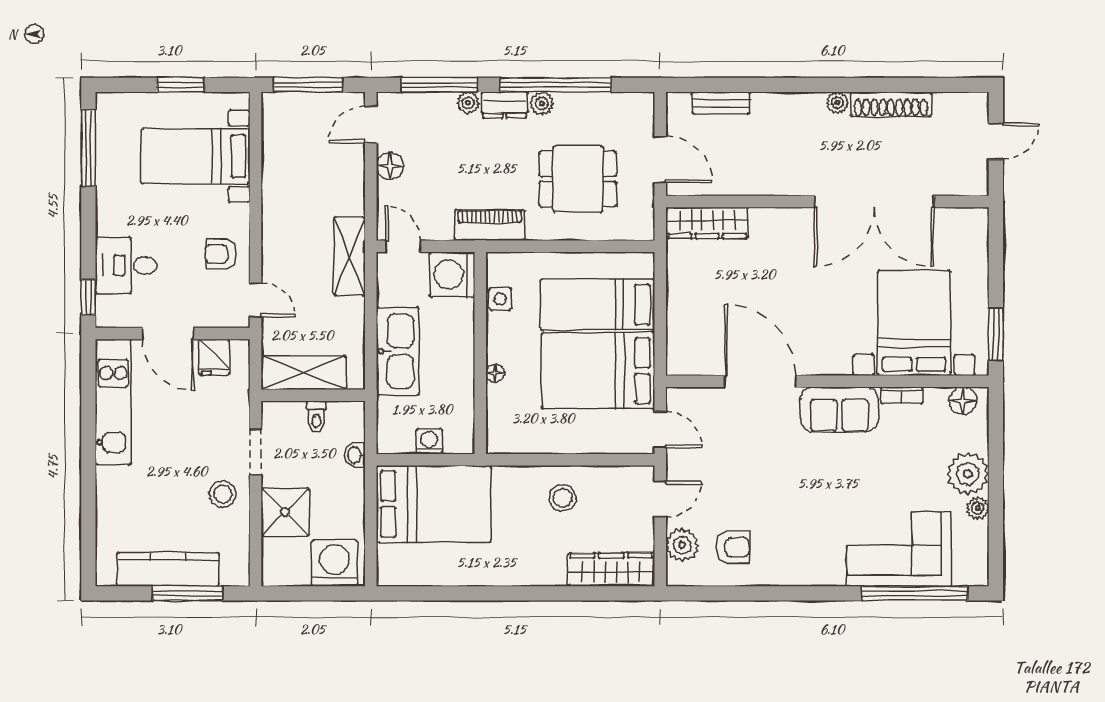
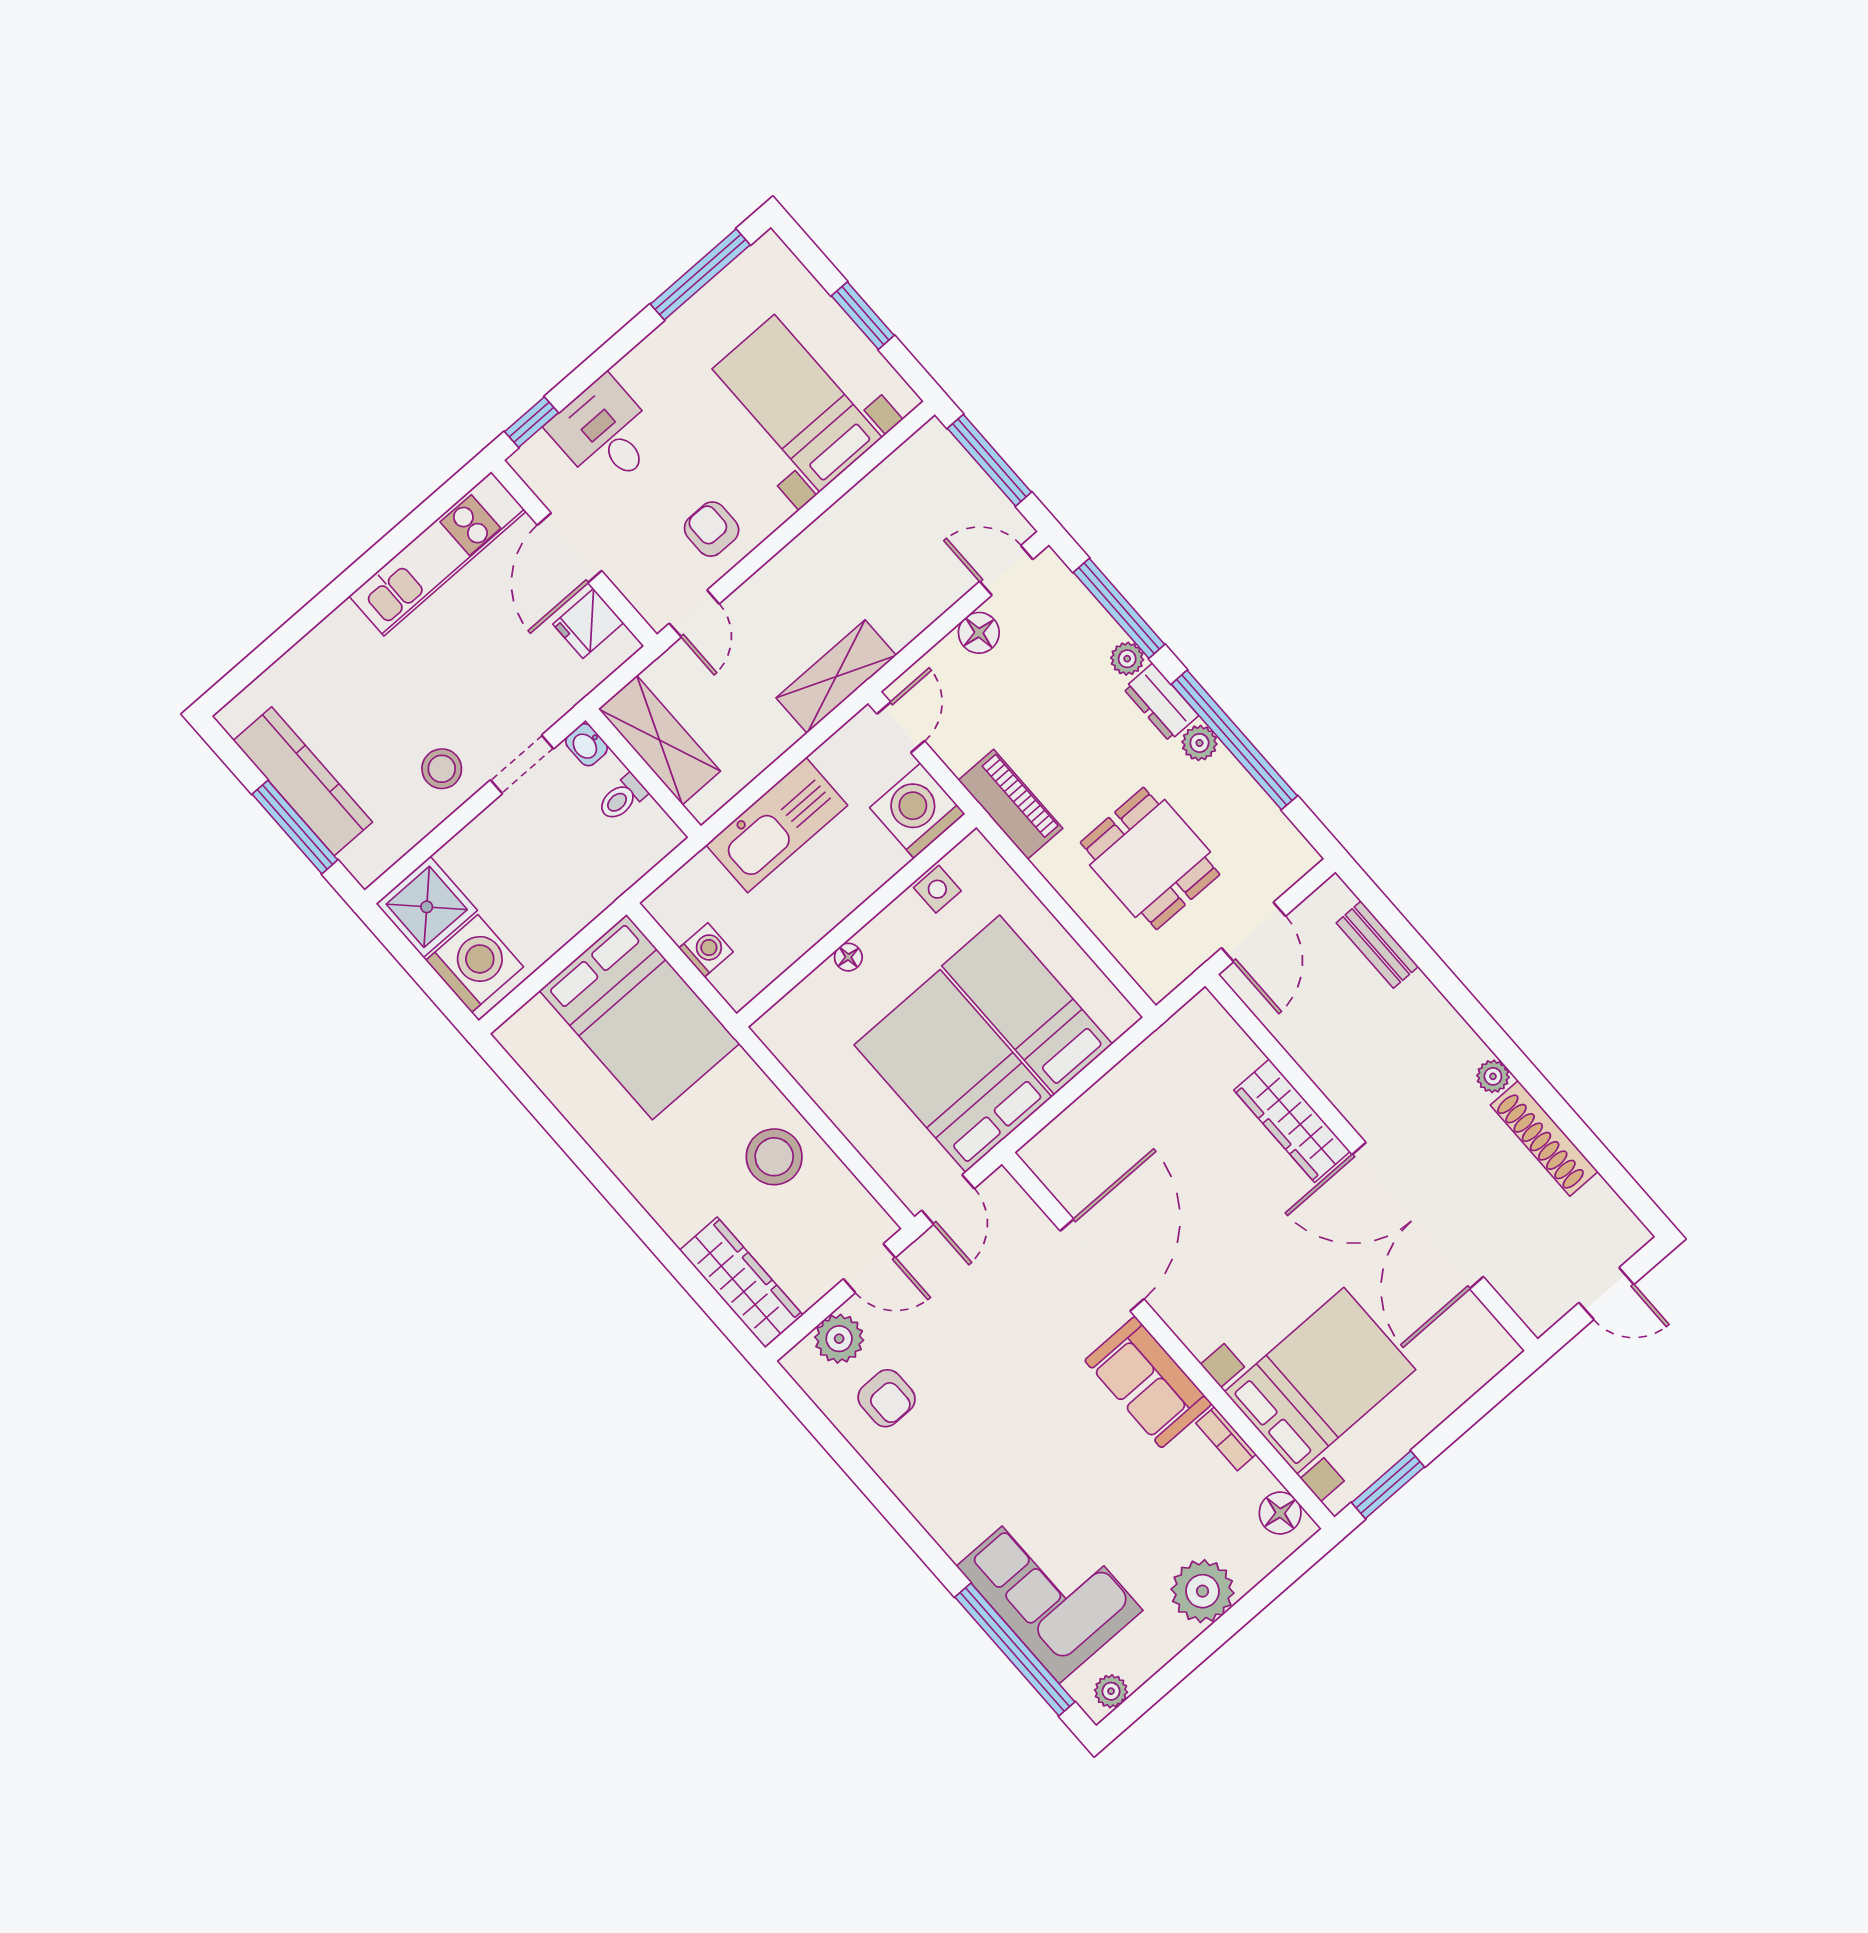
wardrobe: (707, 223) -> (1292, 1121), moved
washbasin: (355, 455) -> (586, 745), moved, turned -90
stool: (563, 498) -> (774, 1157), width x1.38, depth x1.38
plant: (978, 508) -> (1111, 1691), moved
shower: (285, 512) -> (427, 907), moved

